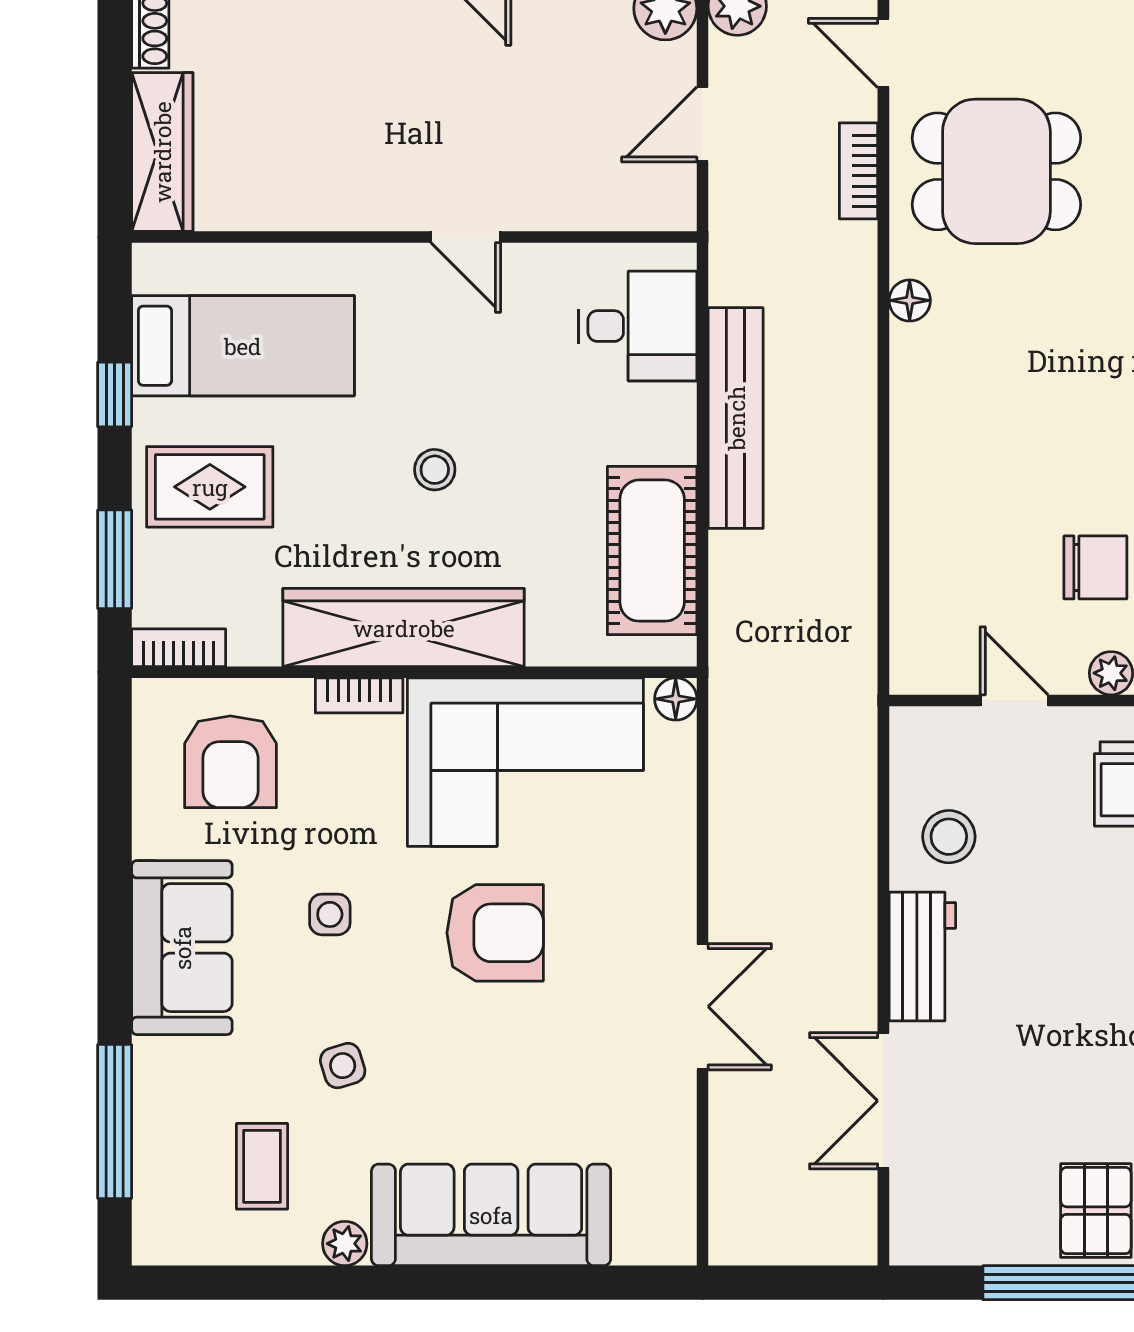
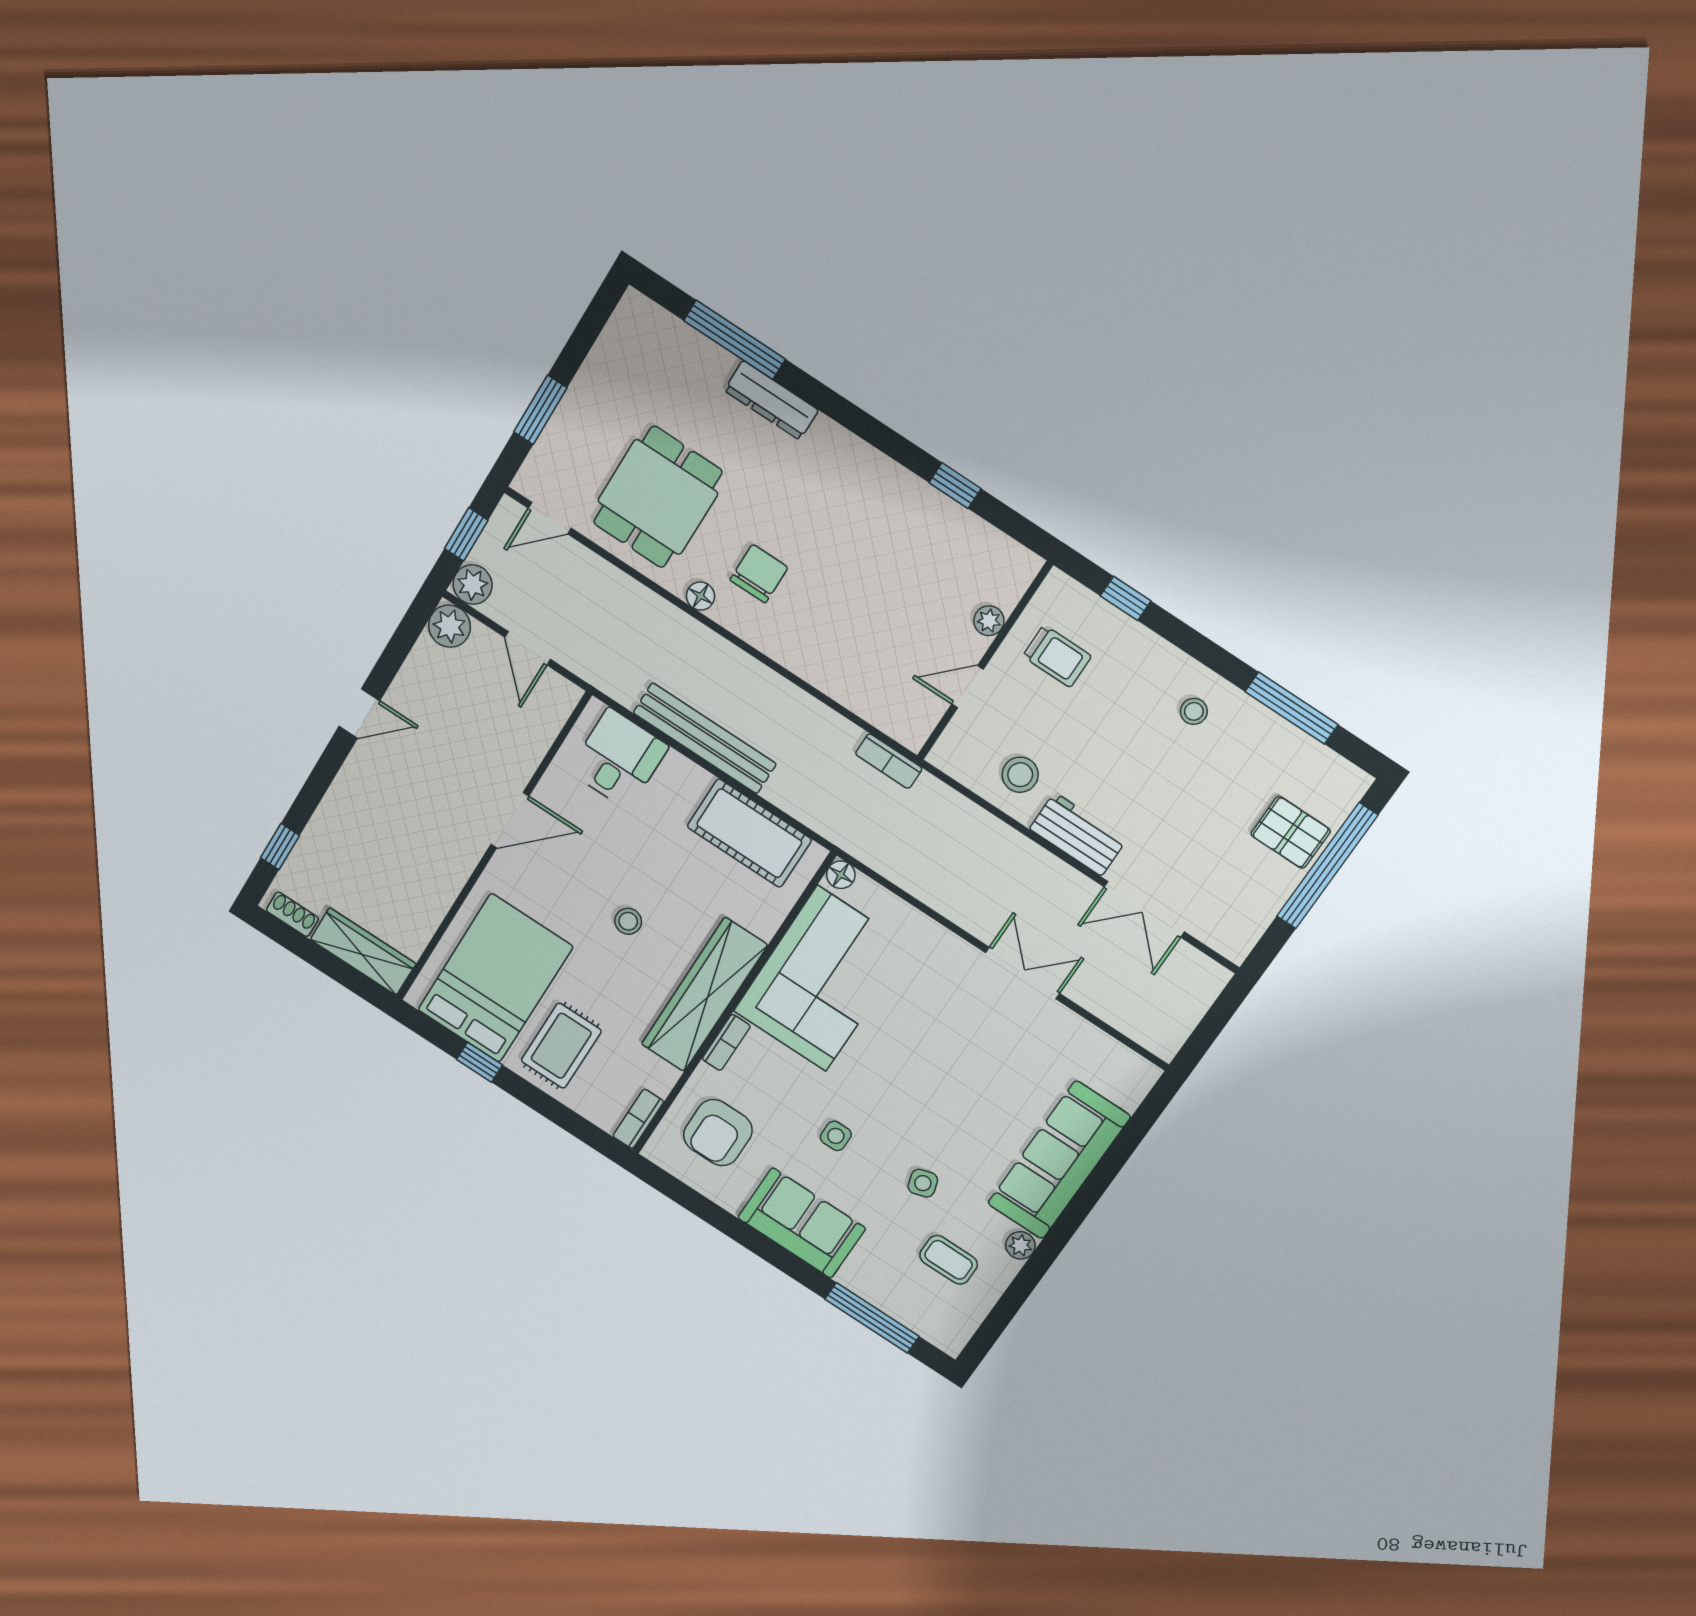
bookcase: (859, 171) -> (889, 761), moved
door: (466, 237) -> (510, 820), width x1.38
bed: (243, 346) -> (495, 978), width x1.50
window: (115, 559) -> (569, 1120), removed
chair: (1095, 567) -> (759, 574), moved
armchair: (230, 762) -> (718, 1133), turned 90
armchair: (495, 933) -> (905, 1057), removed

